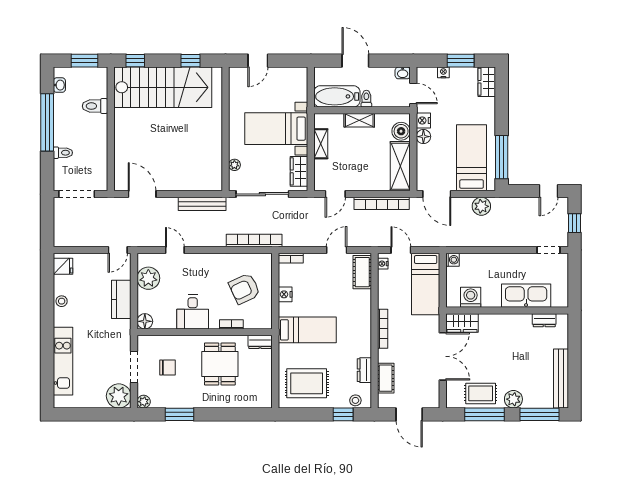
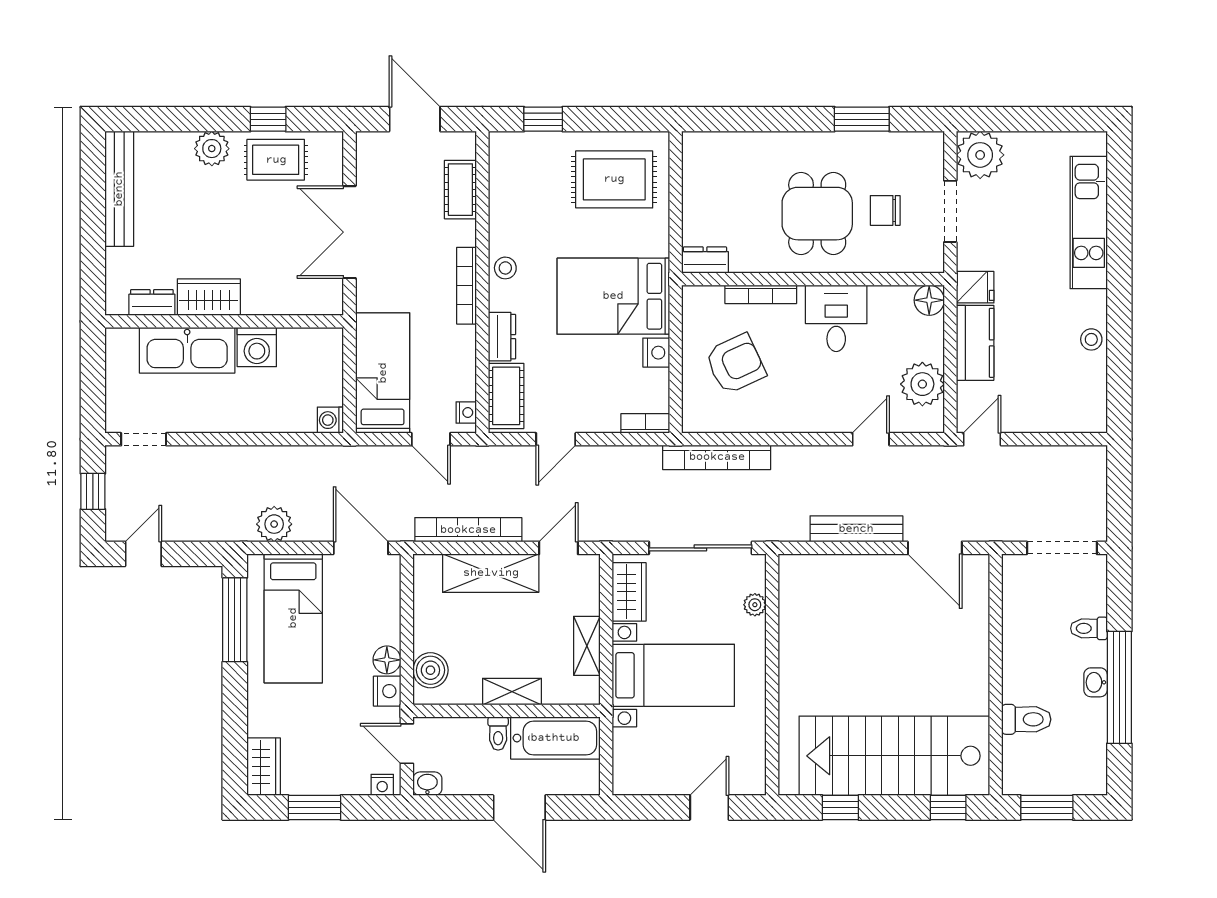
nightstand: (443, 72) -> (382, 785), moved
washbasin: (59, 85) -> (1096, 682), moved
shelving: (400, 166) -> (491, 573), moved, turned 90
bench: (202, 204) -> (856, 529), moved
door: (175, 250) -> (871, 439), swing flipped
fridge: (63, 266) -> (975, 287), moved, turned 180
washing machine: (471, 297) -> (257, 347), moved
wardrobe: (462, 323) -> (209, 297), moved
bookcase: (231, 324) -> (761, 294), width x1.56
bed: (307, 330) -> (613, 296), width x1.50
dining table: (220, 364) -> (817, 214), moved
dresser: (364, 370) -> (502, 337), moved
stool: (355, 400) -> (505, 268), moved
plant: (144, 402) -> (932, 144), removed
window: (484, 414) -> (268, 119), width x0.46
window: (540, 414) -> (161, 119), removed

